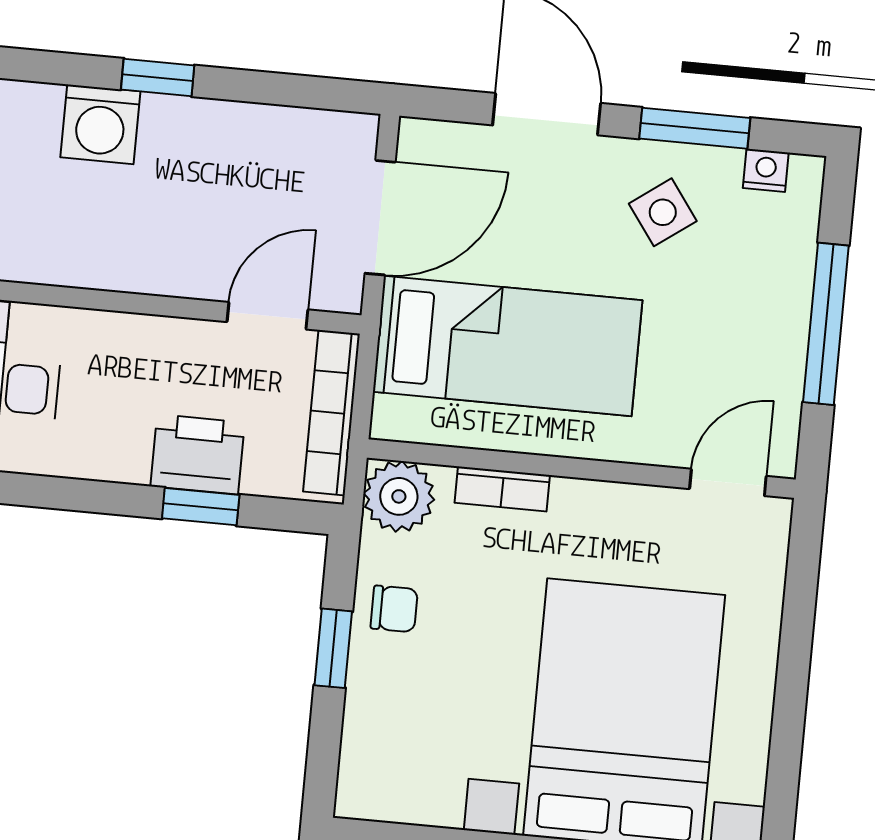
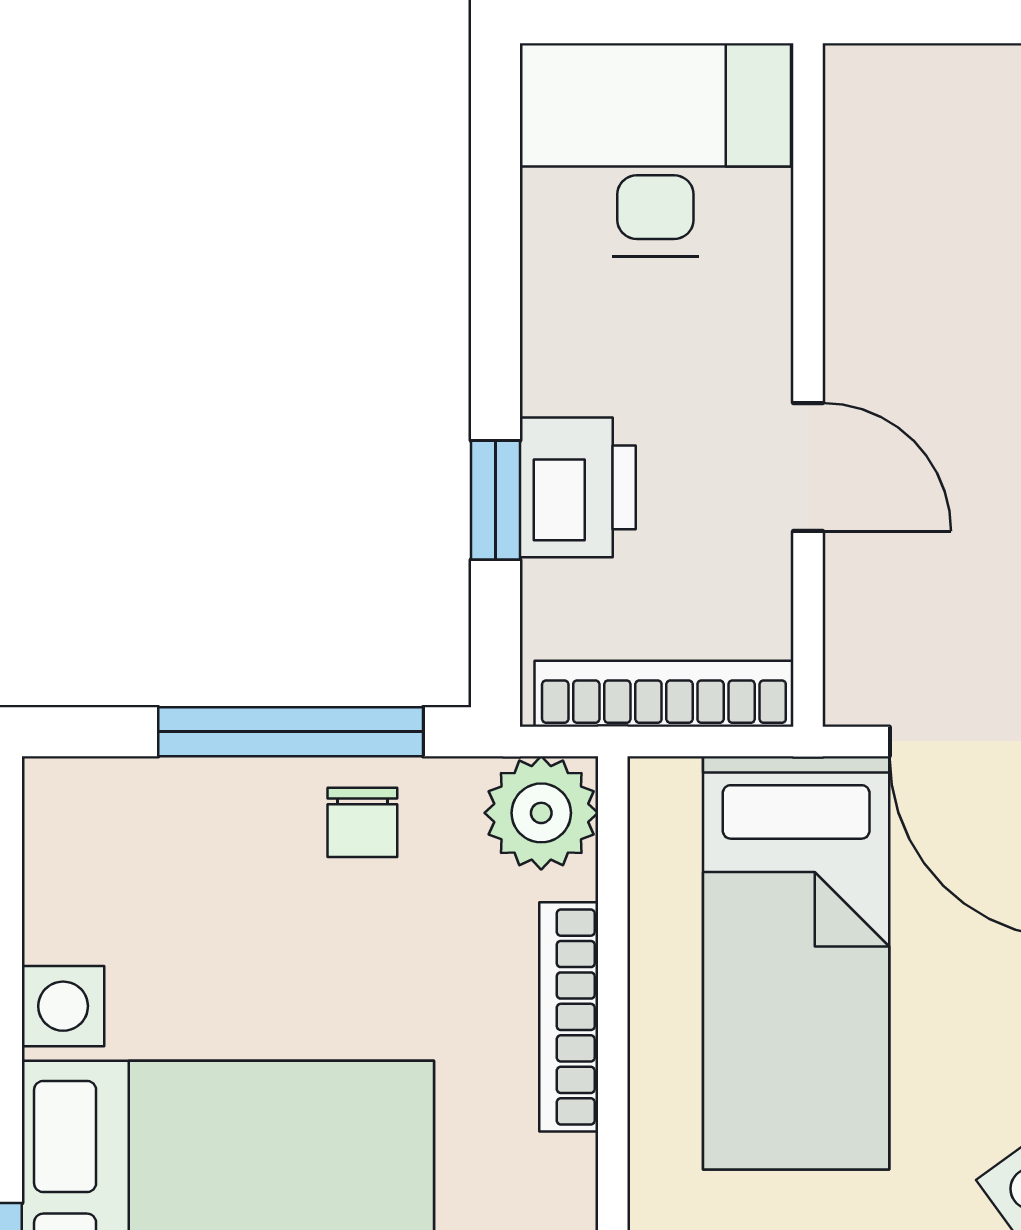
door: (267, 316) -> (808, 467), moved
bookcase: (502, 489) -> (569, 1017), width x1.56
window: (333, 648) -> (291, 732), width x2.17

